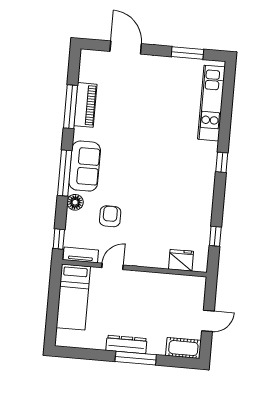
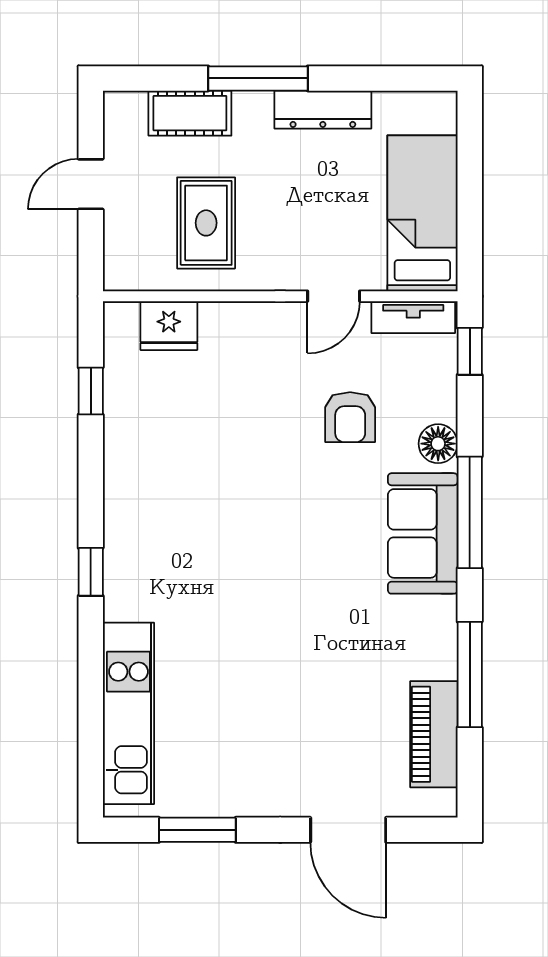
piano: (85, 105) -> (434, 734), moved
rug: (162, 301) -> (206, 223), added
dresser: (126, 344) -> (323, 110), moved
cot: (183, 348) -> (190, 113), moved

